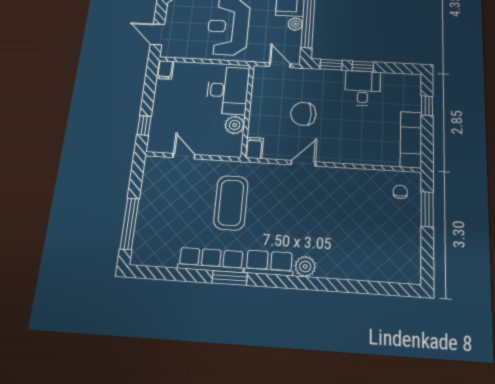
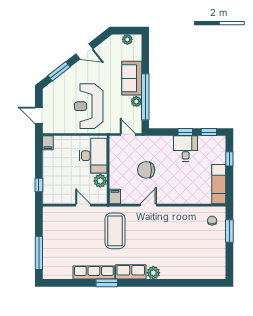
window: (331, 65) -> (209, 132), moved
door: (184, 156) -> (83, 205), moved
coffee table: (231, 203) -> (115, 231), moved

